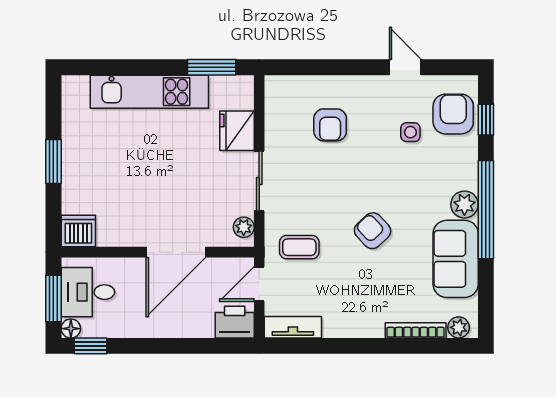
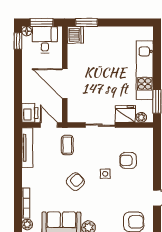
side table: (410, 132) -> (105, 174), moved
window: (53, 161) -> (87, 22), moved
plant: (244, 227) -> (141, 117), moved
tv unit: (293, 327) -> (27, 148), width x1.41

